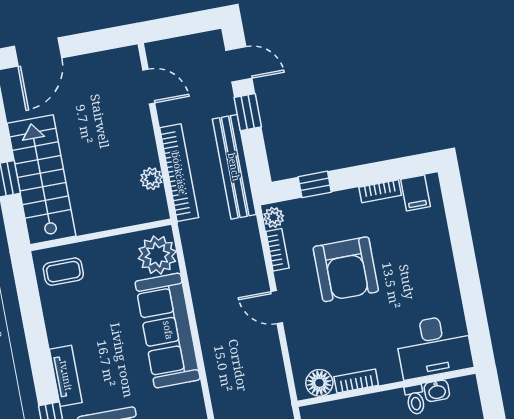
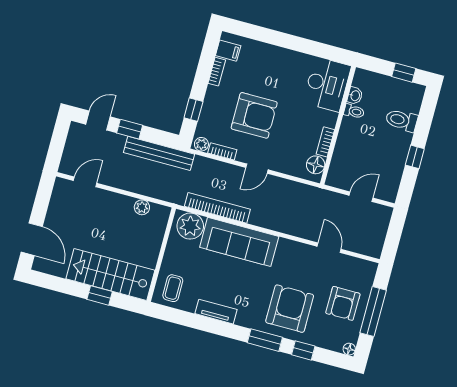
bookcase: (179, 173) -> (217, 208), moved
tv unit: (66, 376) -> (216, 312), moved

